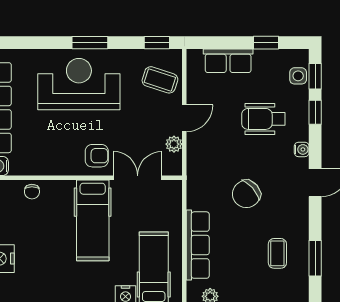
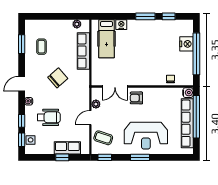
window: (266, 43) -> (62, 157), moved
hospital bed: (93, 220) -> (139, 64), removed

